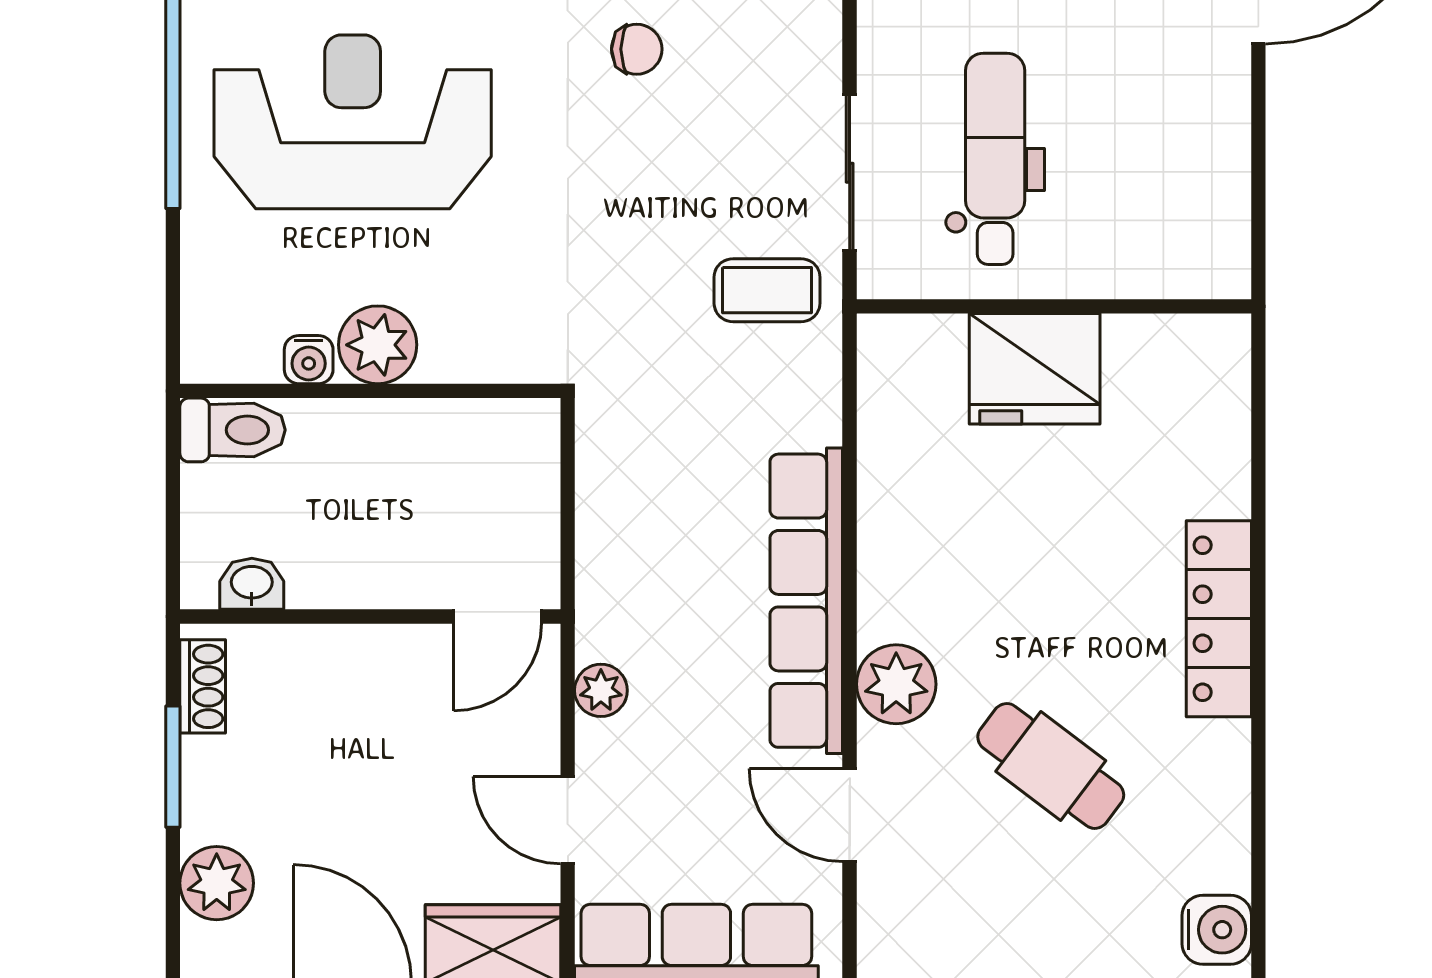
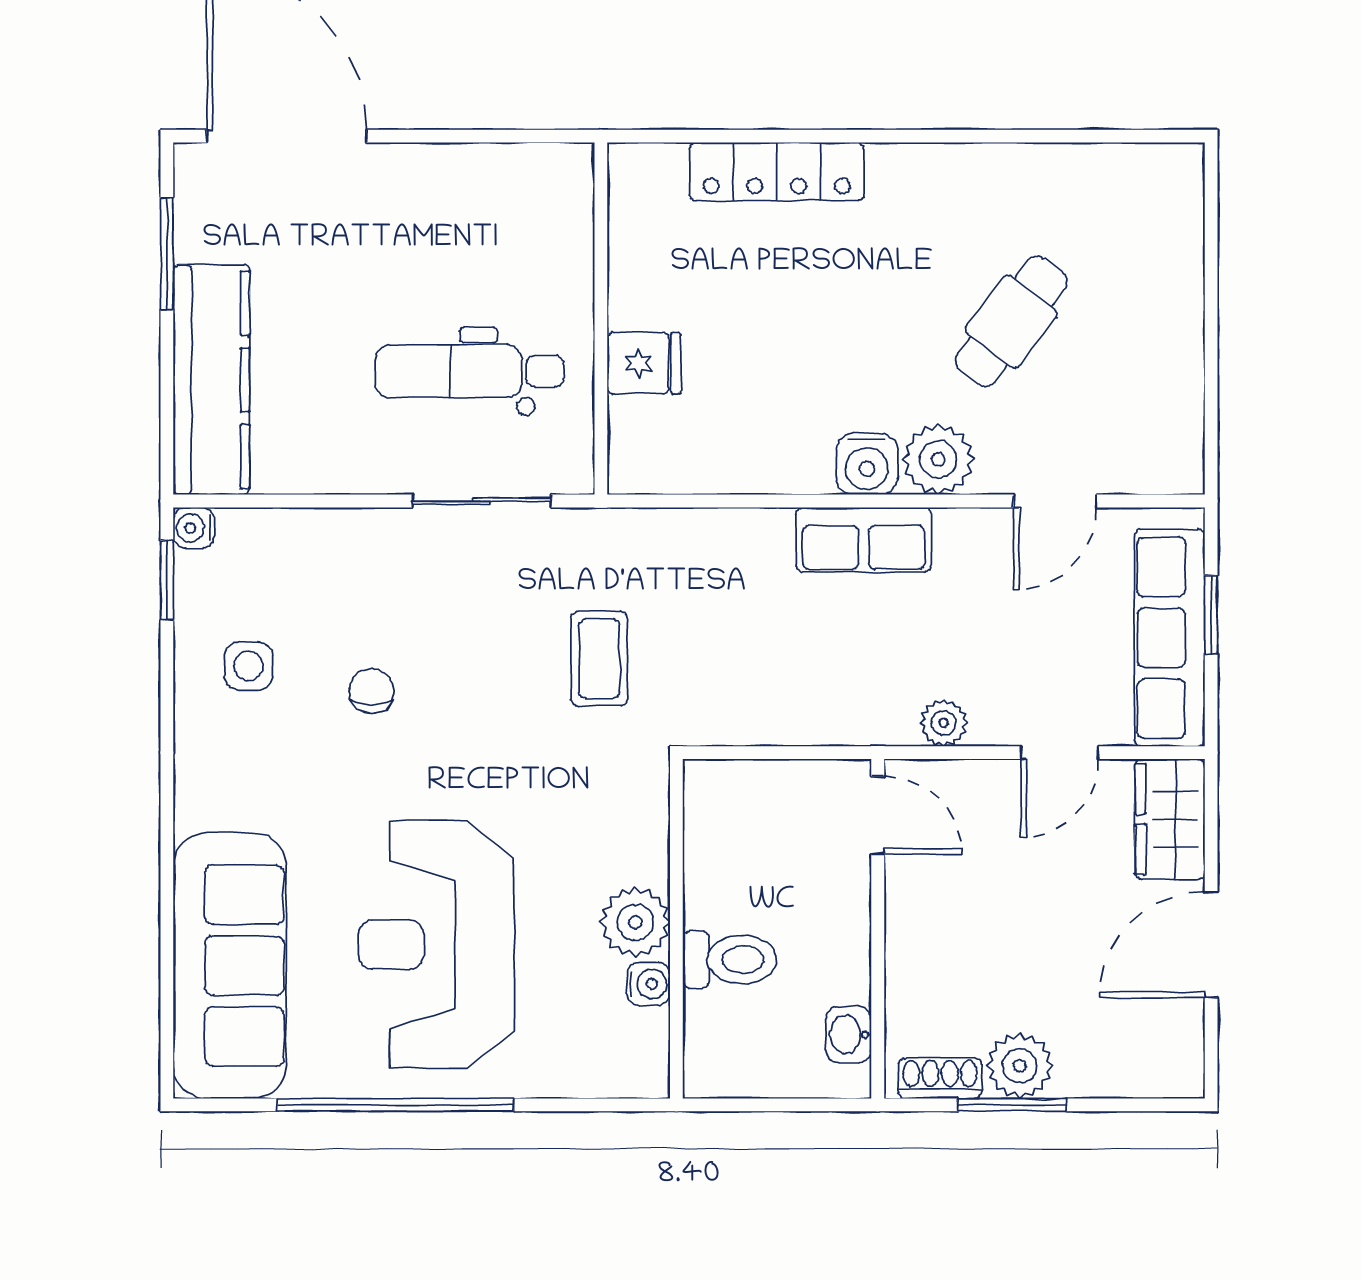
coffee table: (767, 290) -> (599, 659), moved
fridge: (1035, 369) -> (644, 363), width x0.53, depth x0.75
toilet: (233, 430) -> (730, 960), moved, turned 90
row of seats: (806, 601) -> (864, 540), width x0.50
locker: (1219, 619) -> (777, 171), moved
plant: (217, 883) -> (1020, 1066), moved
water cooler: (1217, 930) -> (867, 464), moved, turned 180

